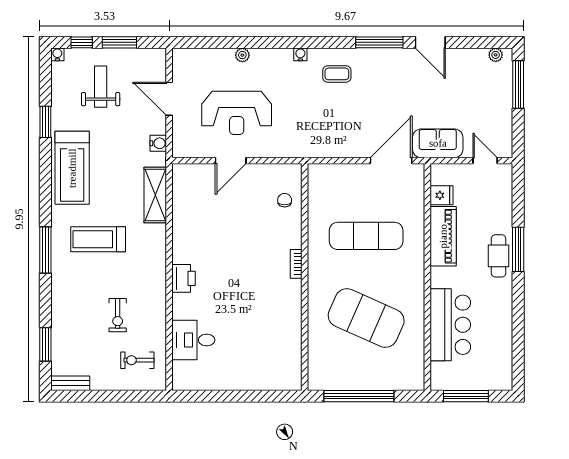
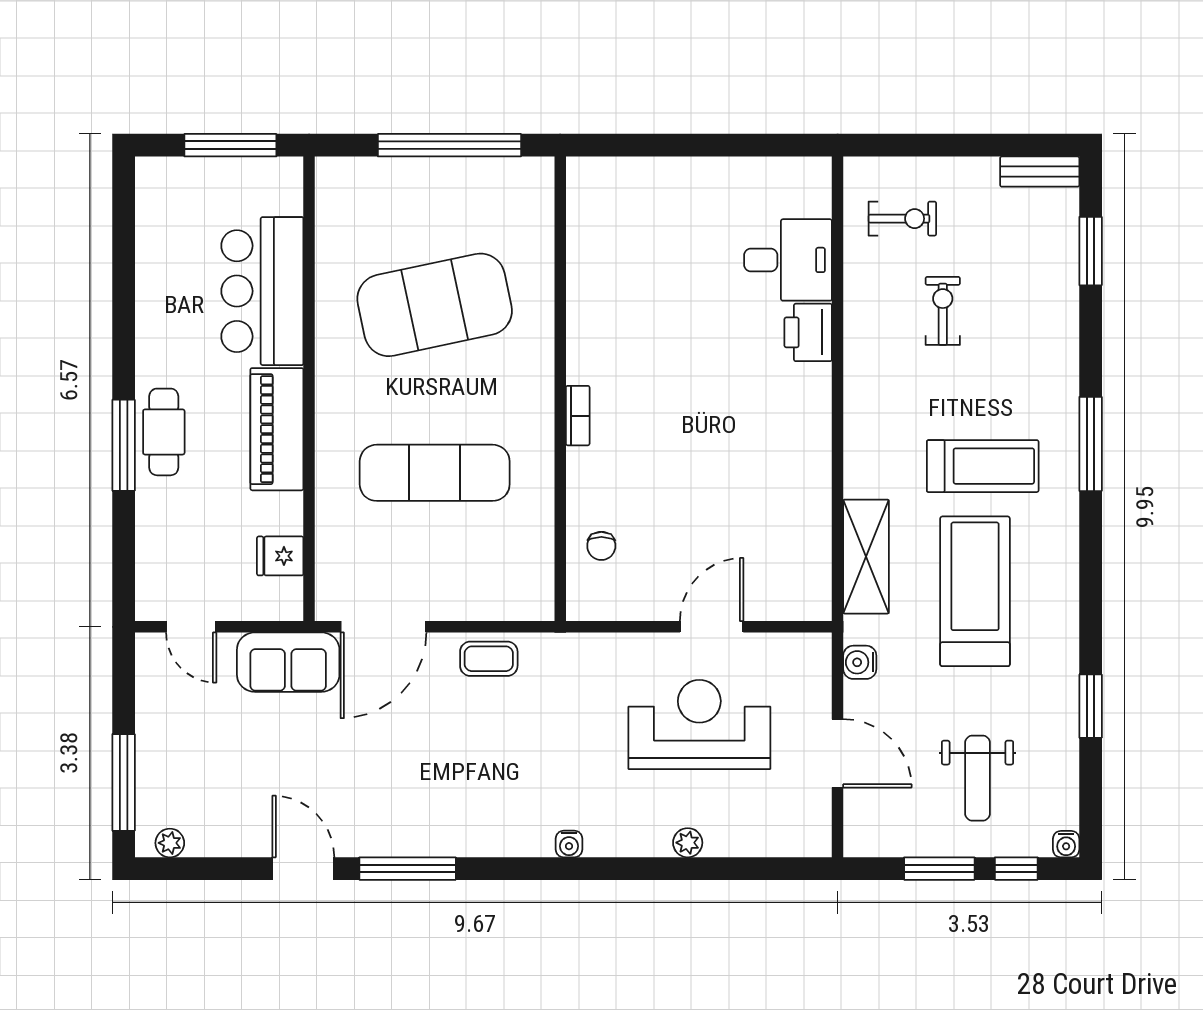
coffee table: (337, 74) -> (489, 659), moved
treadmill: (72, 168) -> (975, 591), moved
piano: (443, 236) -> (277, 429), moved
printer: (183, 278) -> (808, 332), moved
exercise mat: (366, 318) -> (435, 305), turned -36

